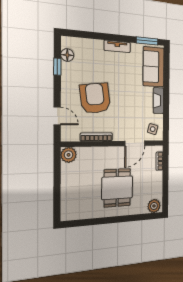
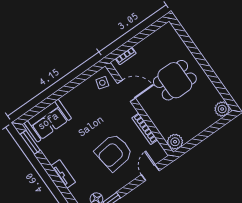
tv unit: (117, 46) -> (63, 174), moved
fireplace: (158, 101) -> (74, 95), removed
plant: (154, 206) -> (222, 109), moved

